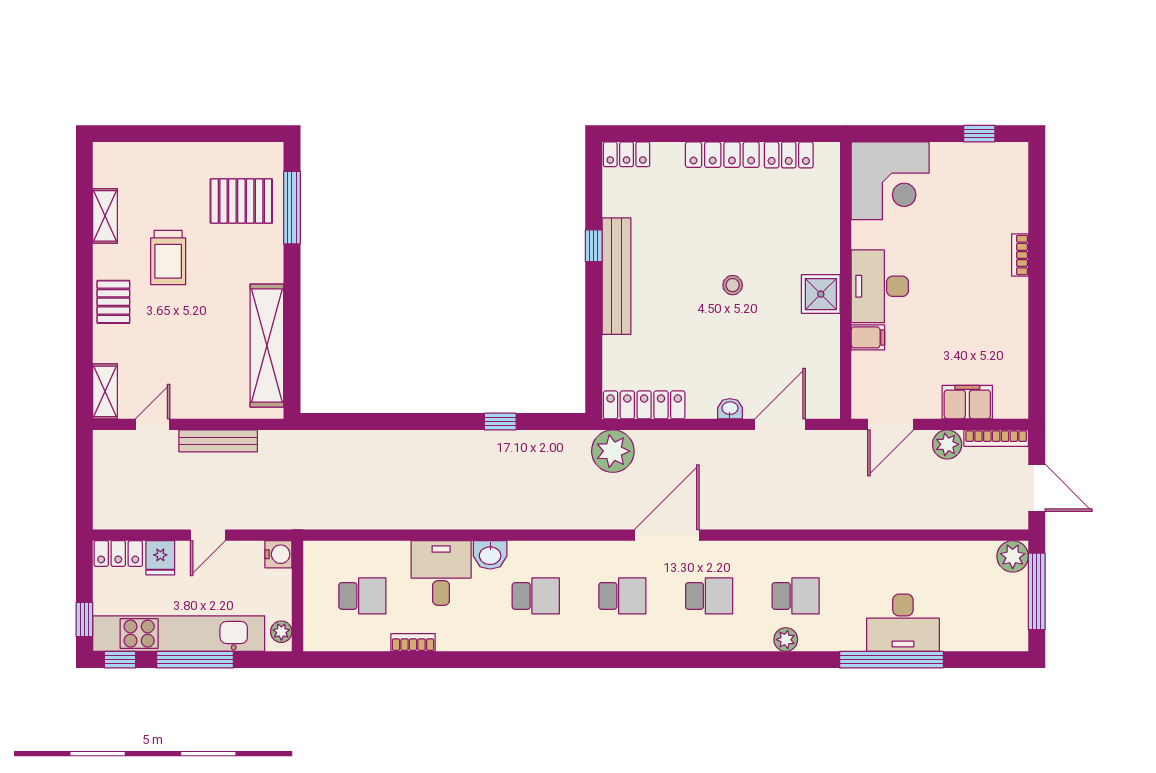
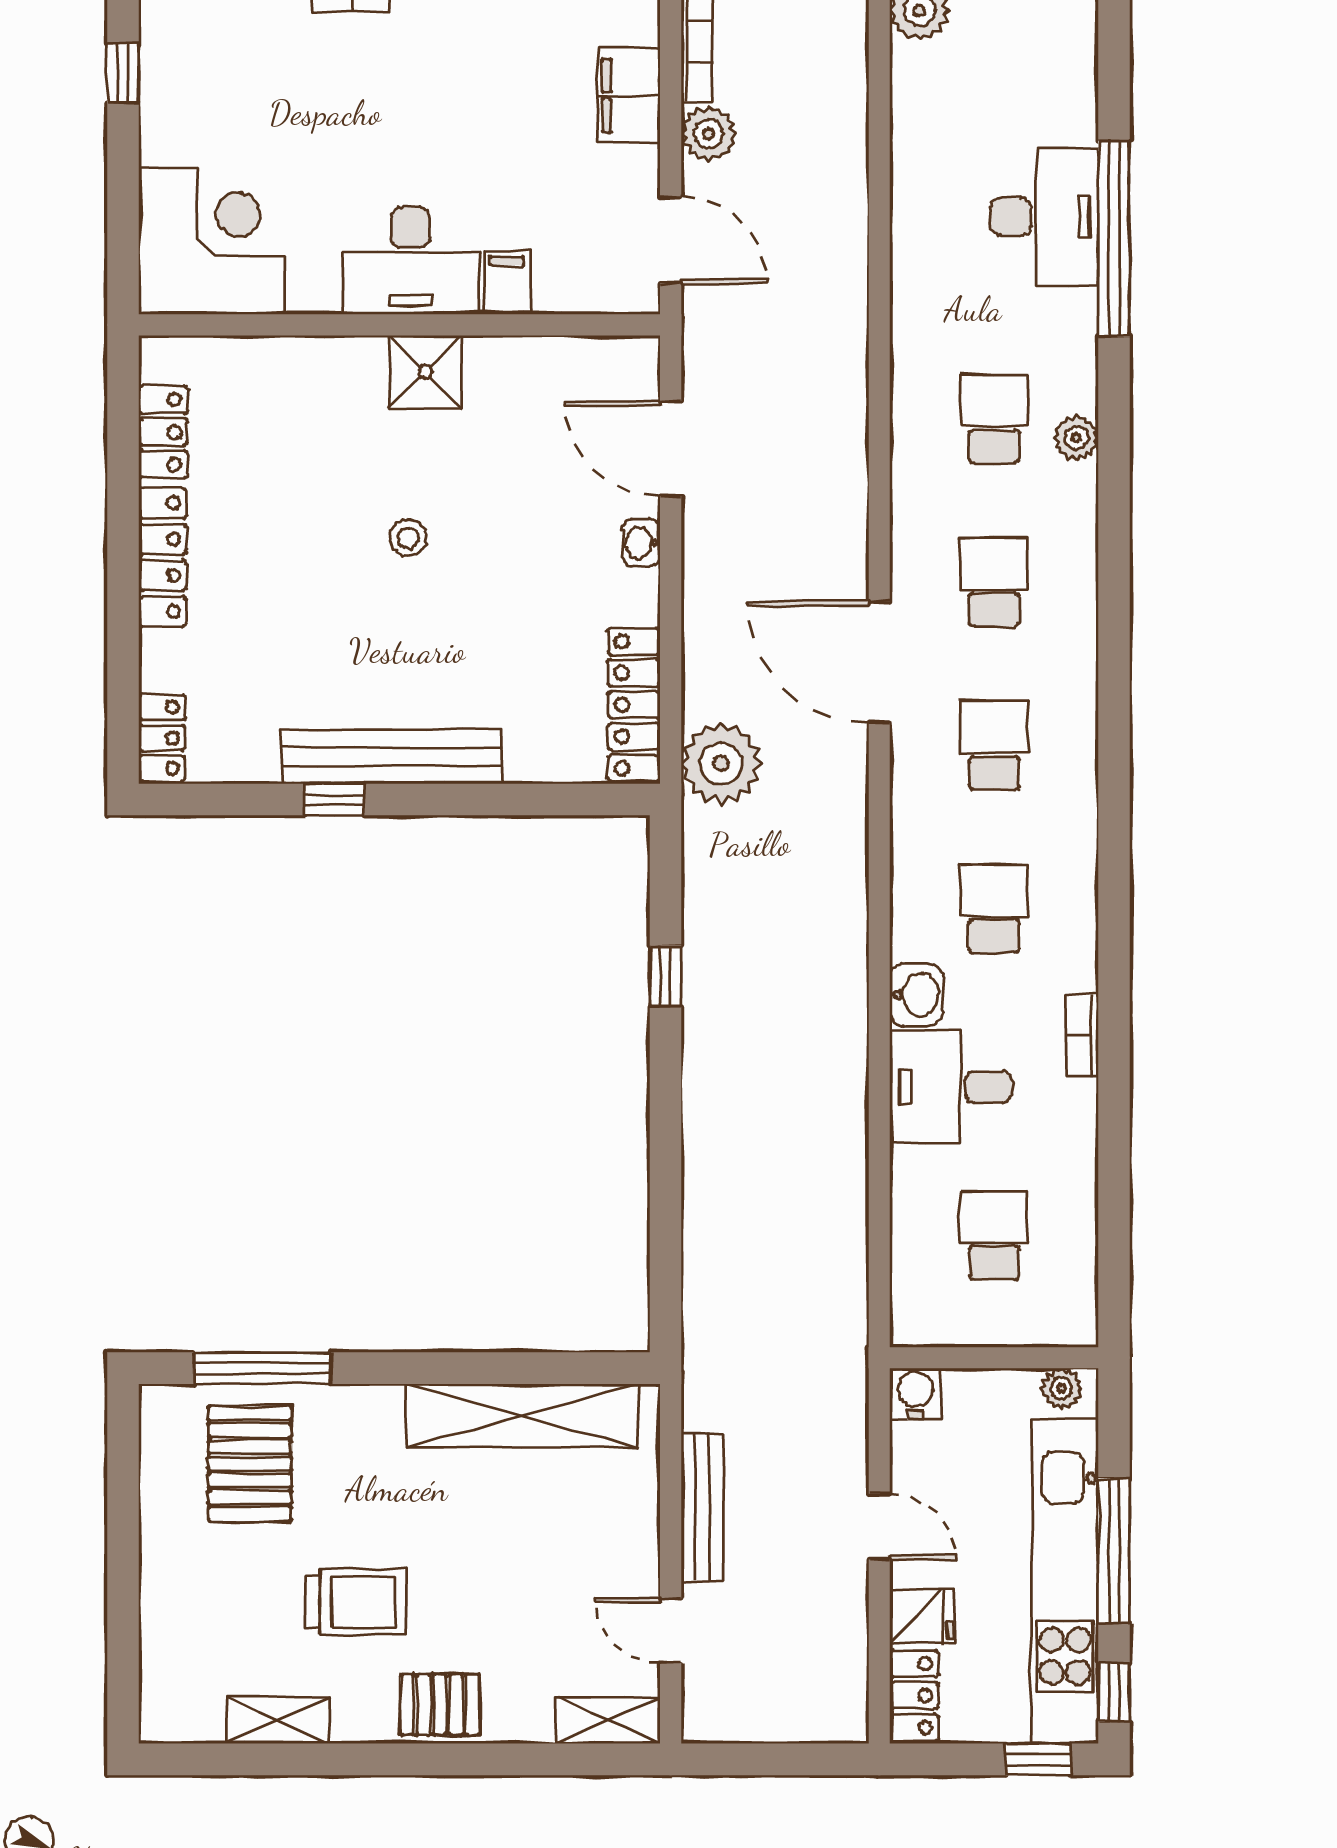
bookcase: (413, 642) -> (1082, 1035), moved

